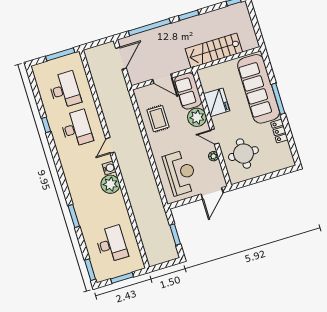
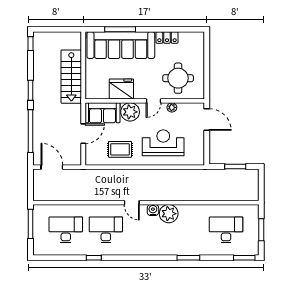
window: (278, 99) -> (120, 29), moved
reception desk: (180, 173) -> (163, 143), moved

